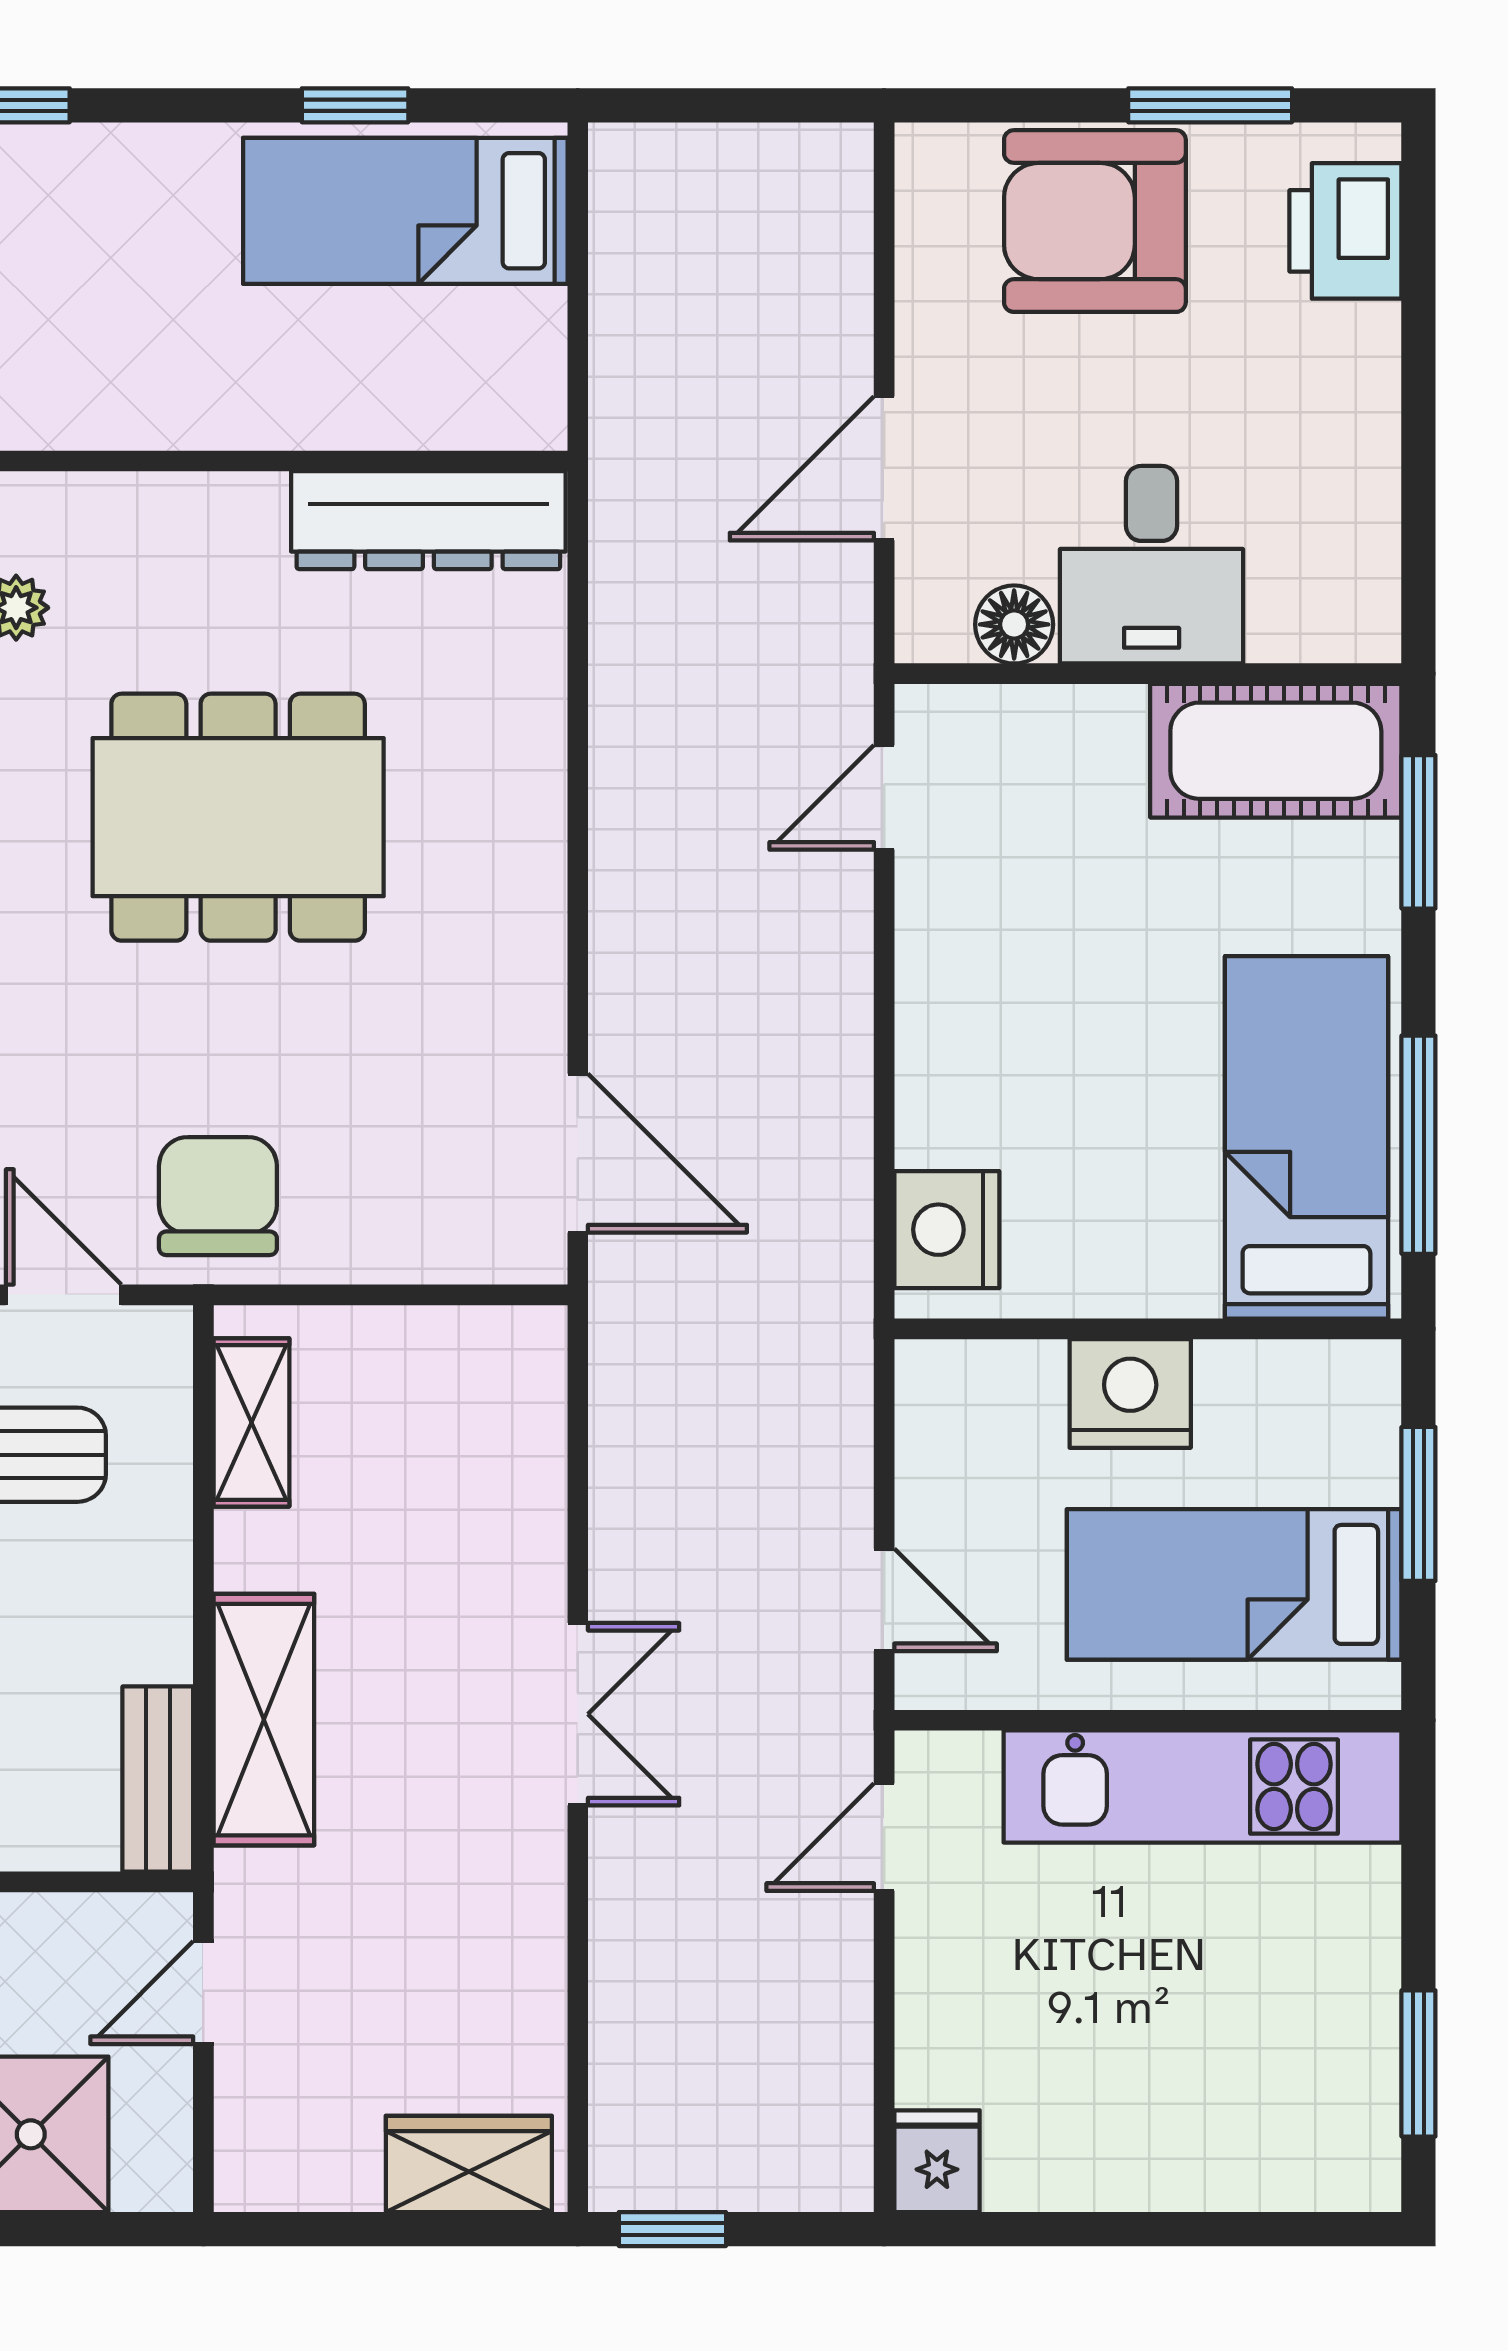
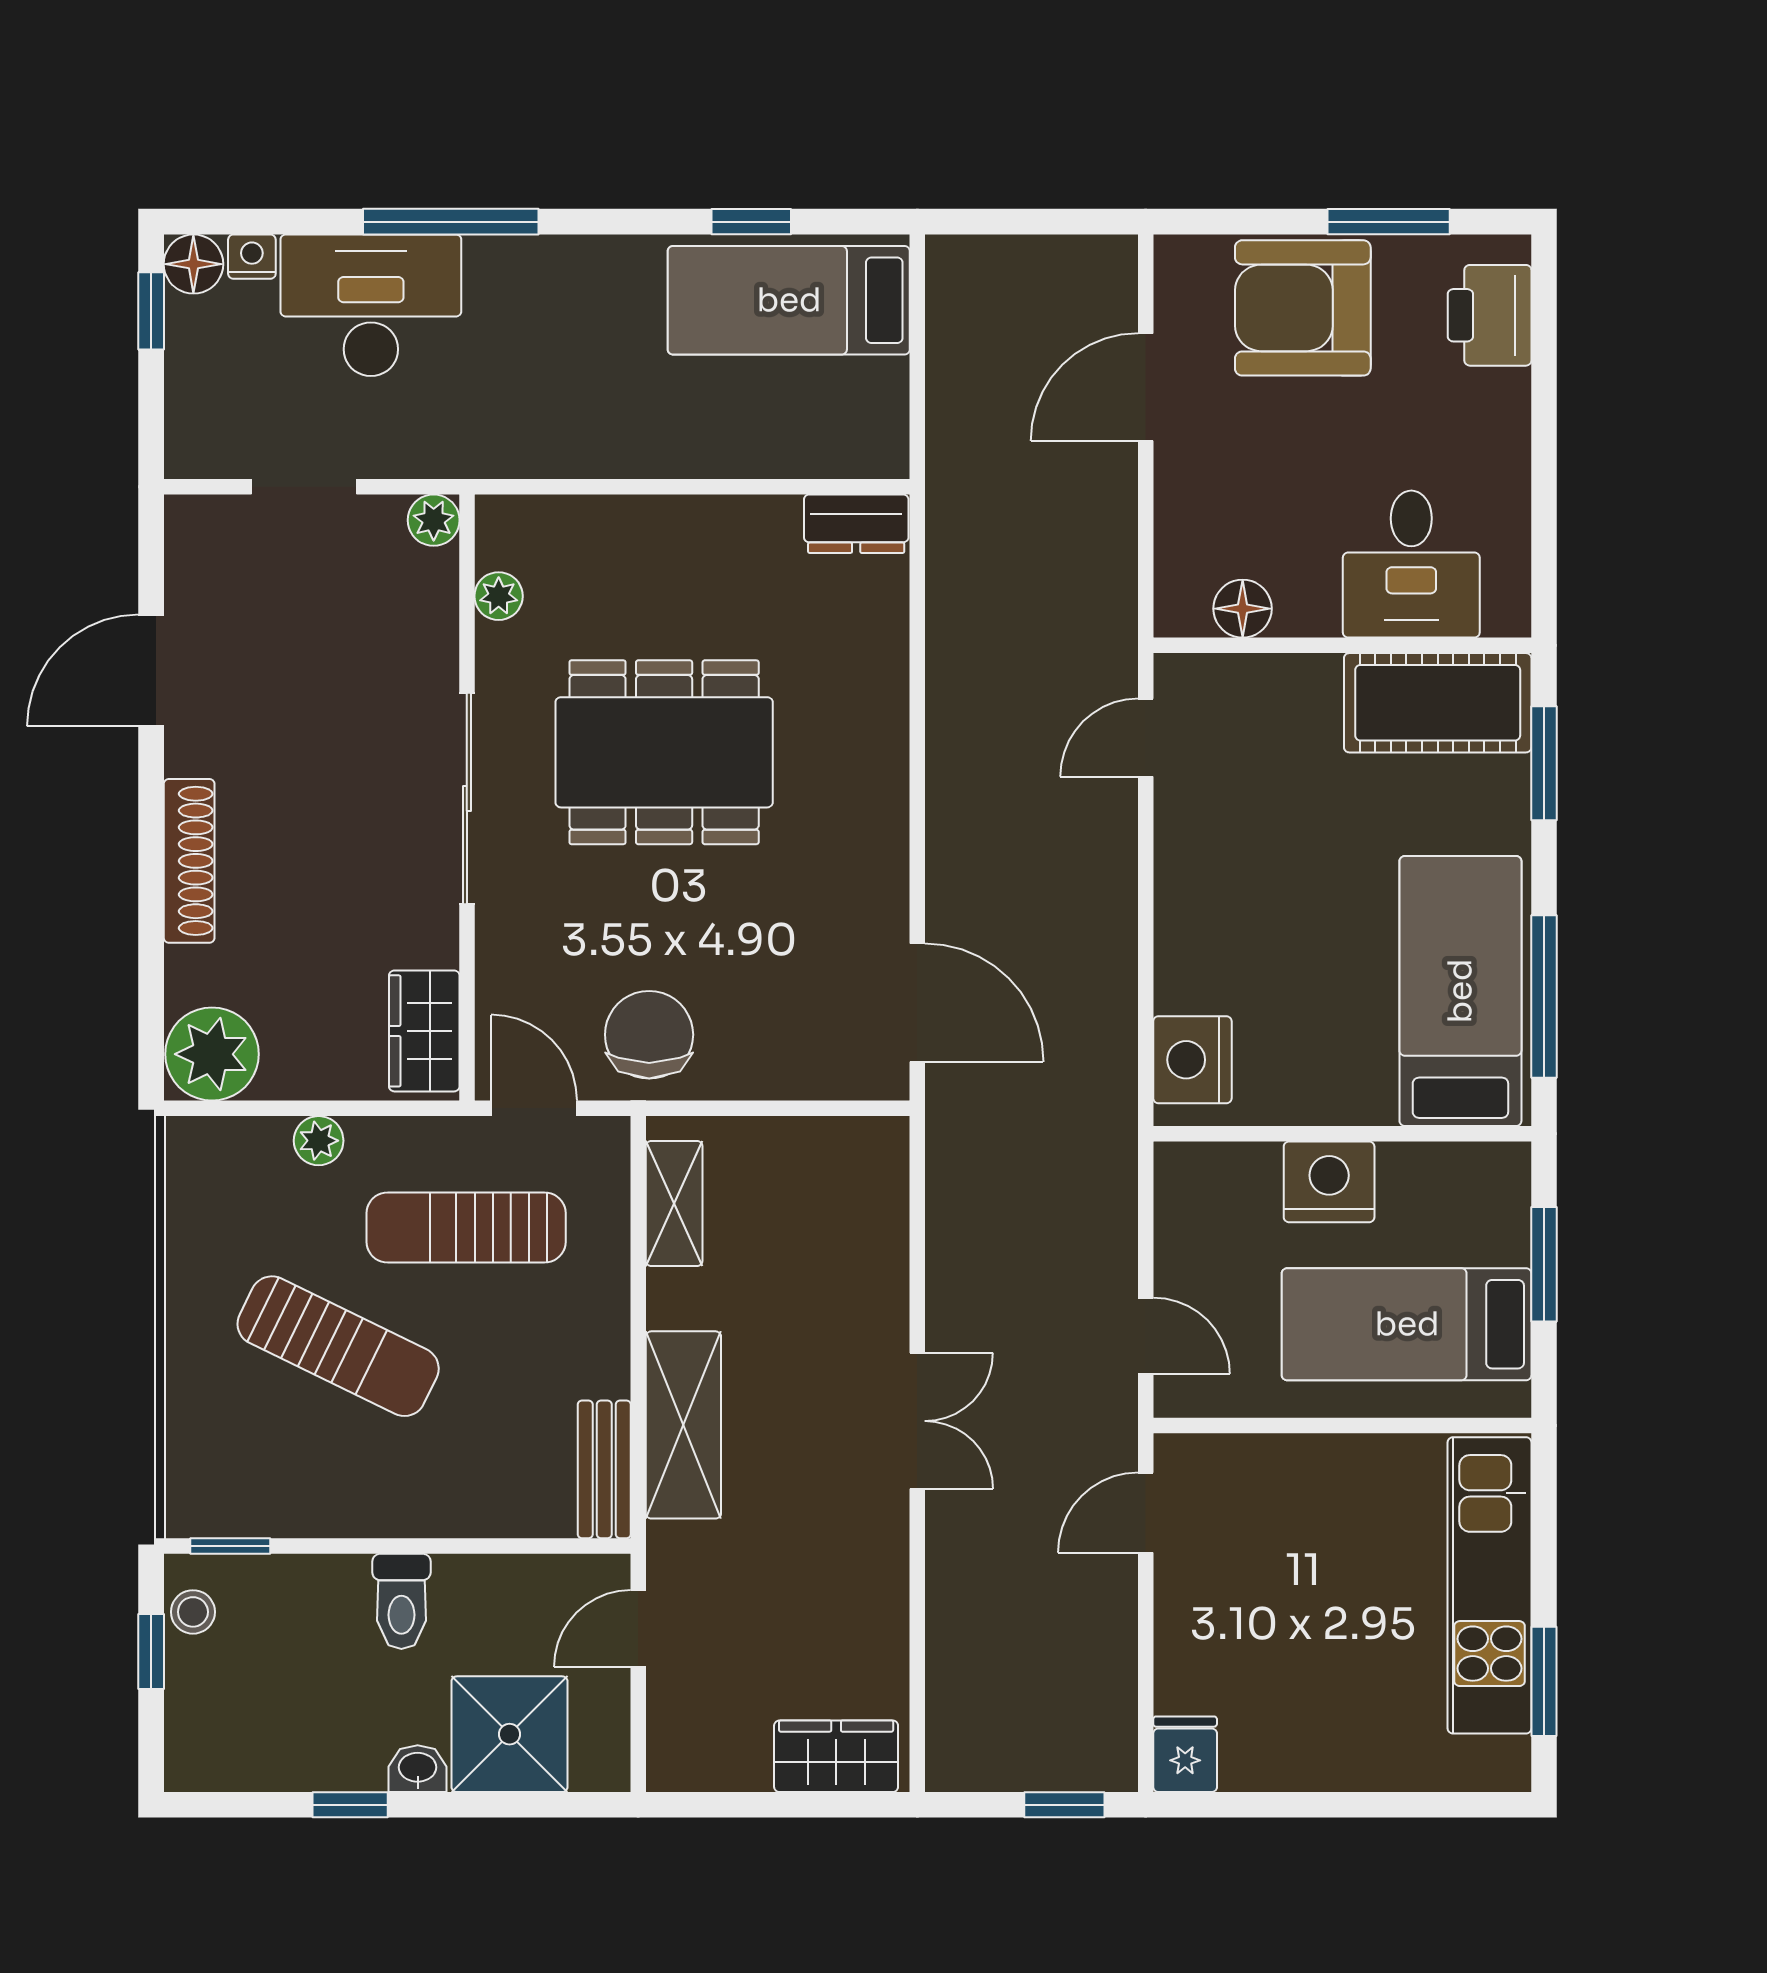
door: (884, 468) -> (1146, 387), moved
dresser: (428, 520) -> (856, 524), width x0.51, depth x0.80
desk: (1152, 565) -> (1411, 564), moved
kitchen unit: (1202, 1787) -> (1489, 1585), moved, turned 90
window: (672, 2229) -> (1064, 1805), moved

